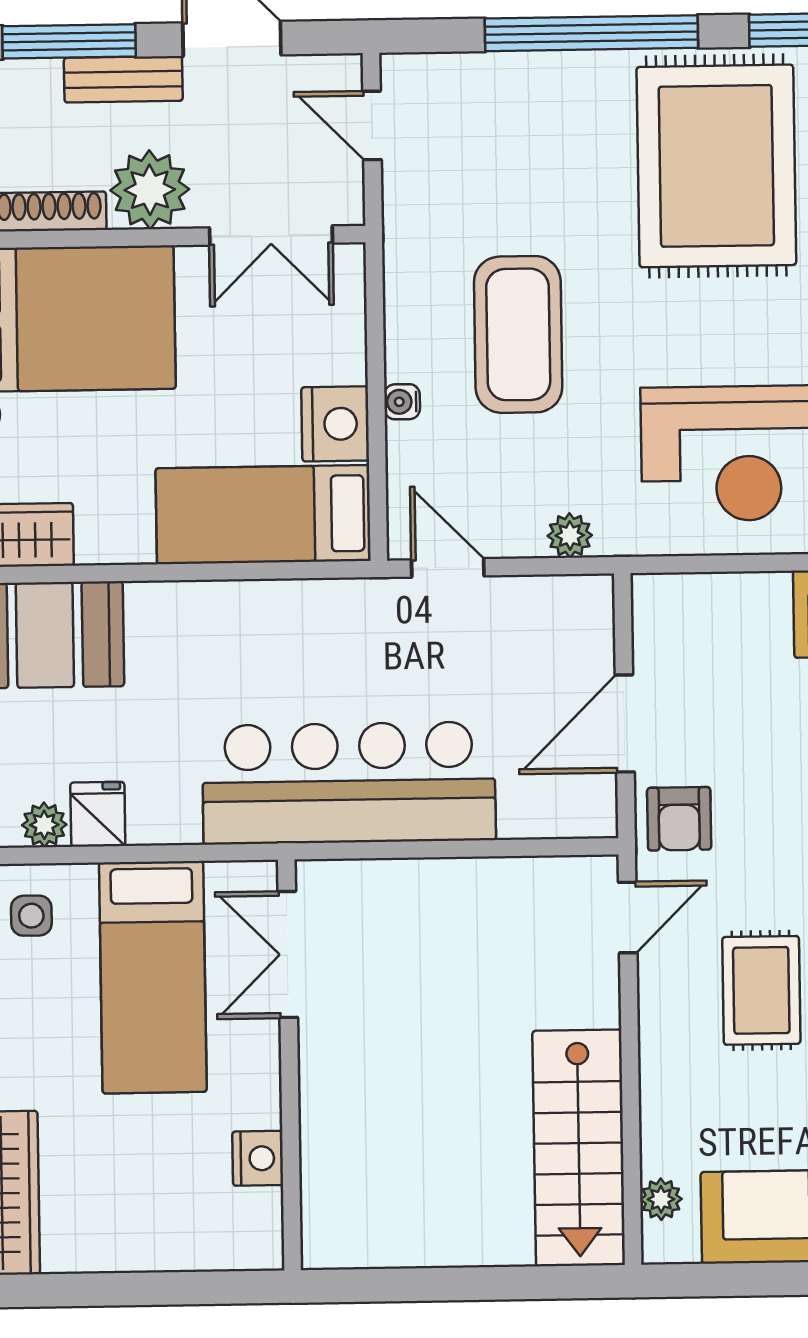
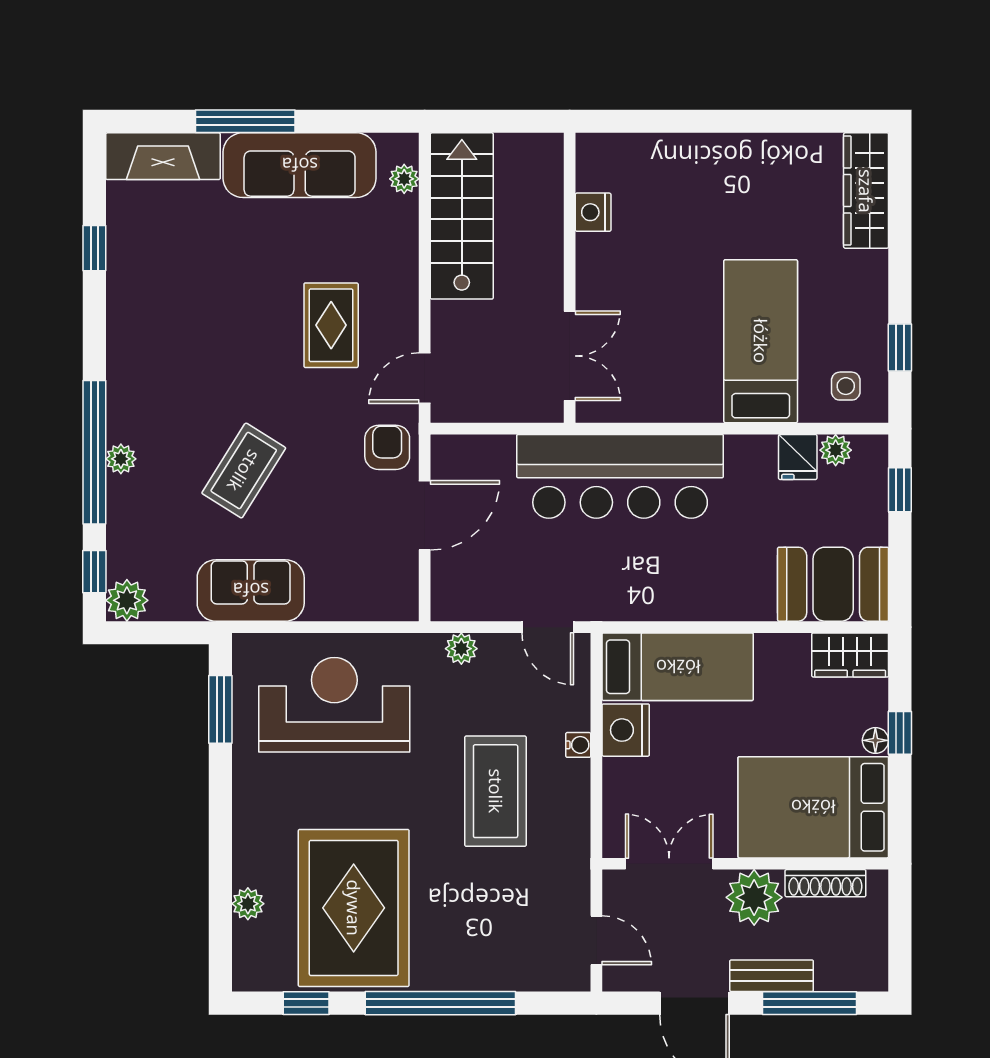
double door: (288, 954) -> (570, 356), moved
wall: (289, 1065) -> (570, 278), moved
nightstand: (258, 1158) -> (593, 212), moved

